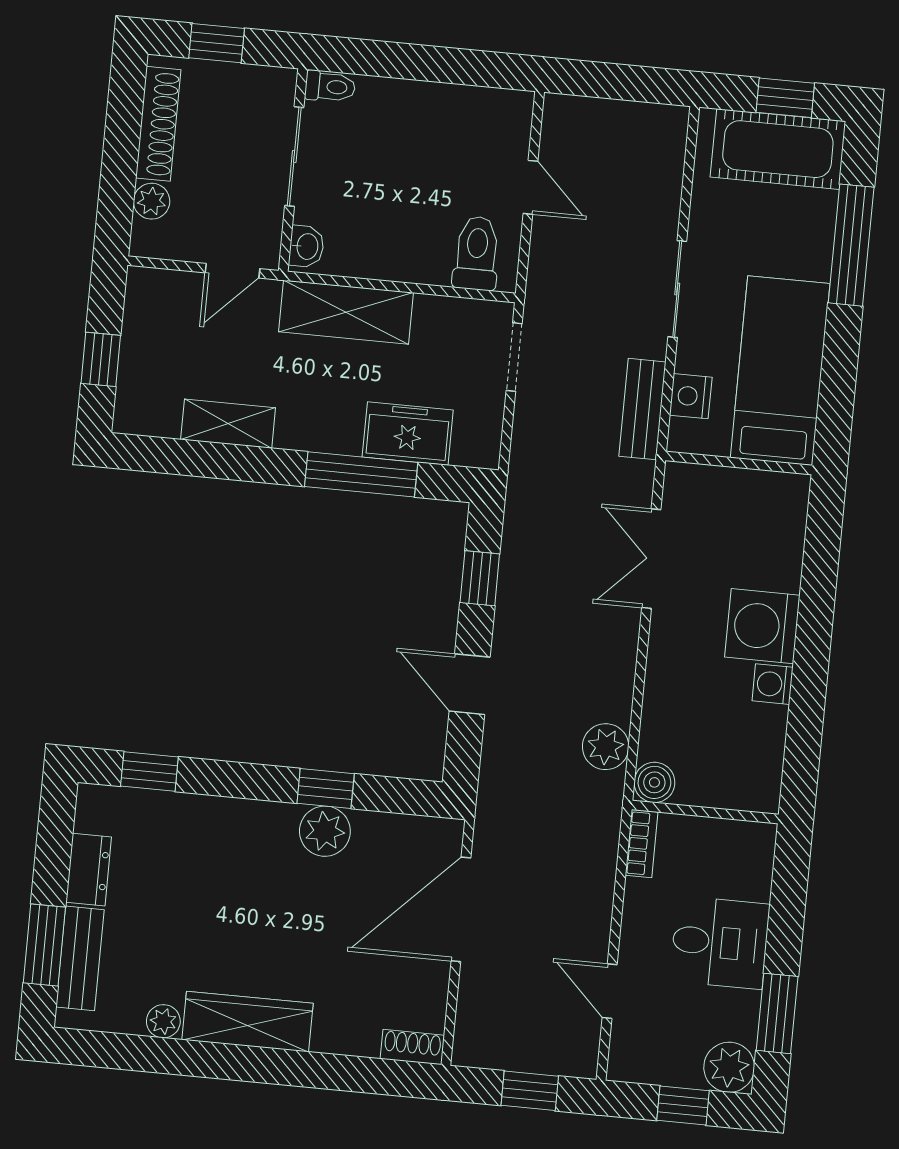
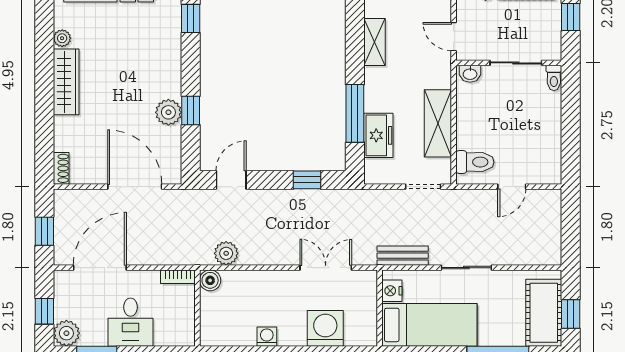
shelving: (346, 312) -> (438, 123), moved
nightstand: (691, 396) -> (392, 291), moved, turned -90
washing machine: (762, 626) -> (325, 328), moved
door: (470, 684) -> (231, 180), moved
door: (610, 991) -> (100, 268), width x1.88

